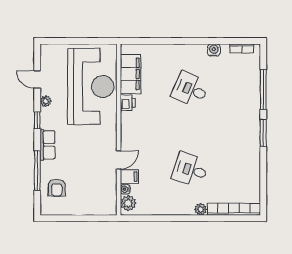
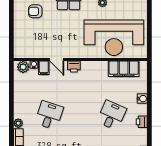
water cooler: (214, 50) -> (142, 99), moved
printer: (199, 51) -> (142, 122), added
printer: (128, 103) -> (74, 67), moved

